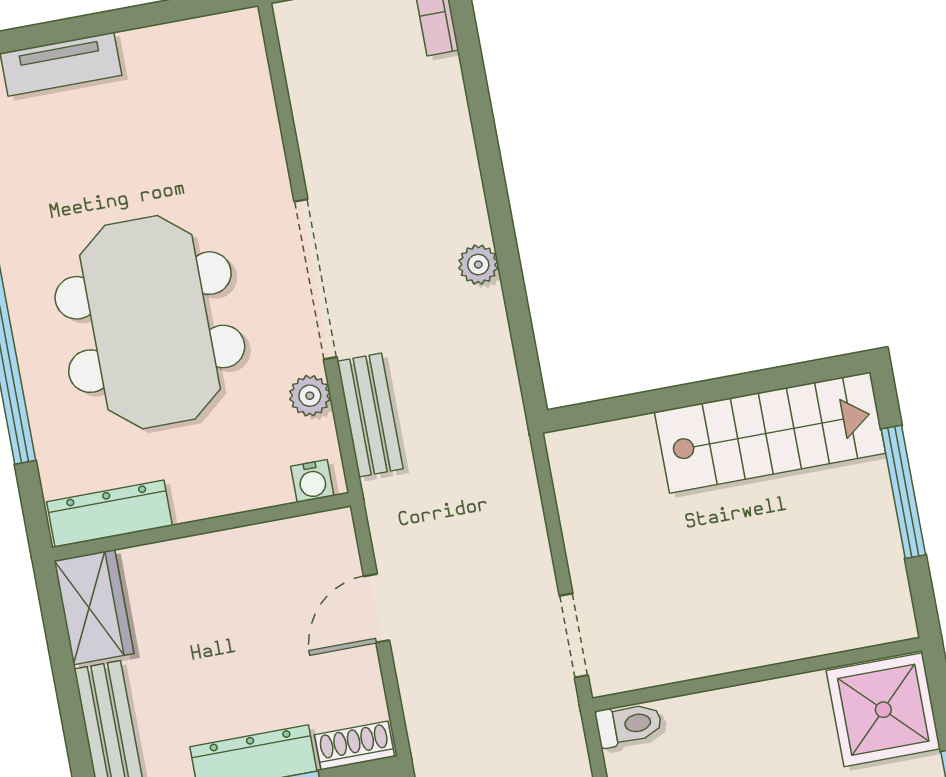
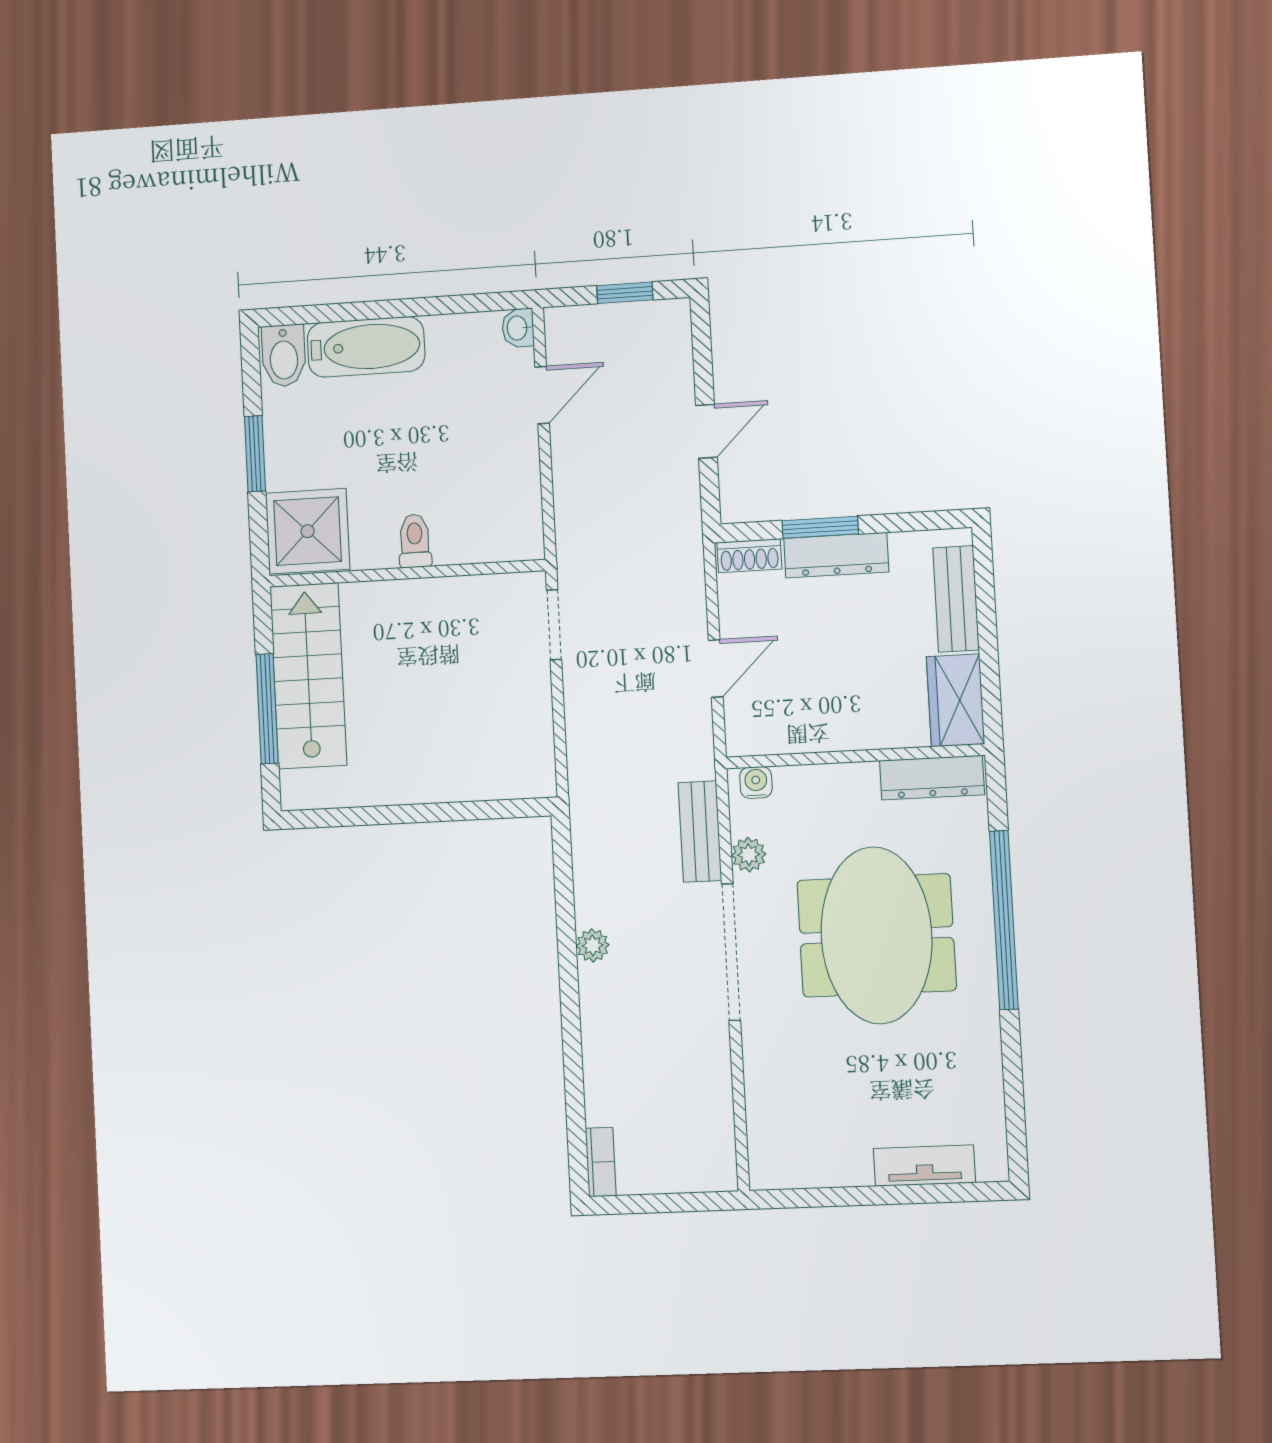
stairs: (770, 433) -> (308, 676), moved, turned 90
toilet: (629, 725) -> (415, 541), moved, turned 90

